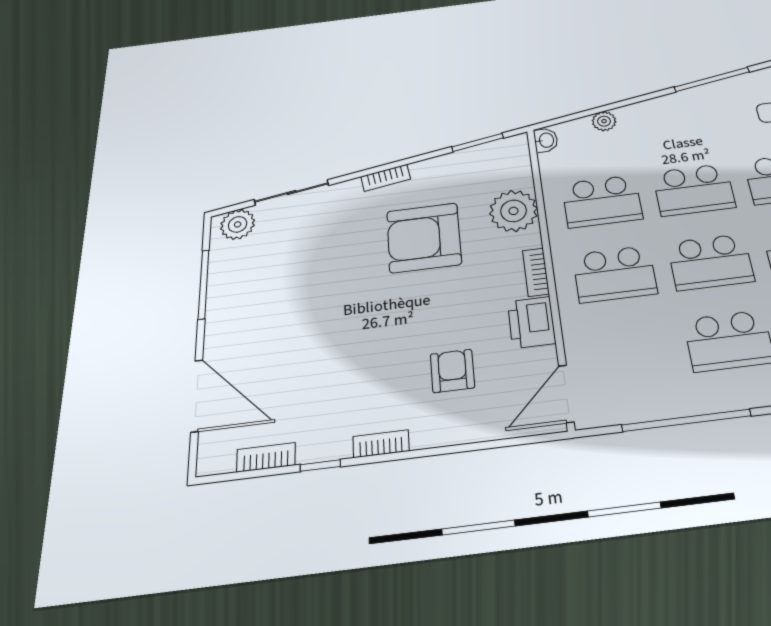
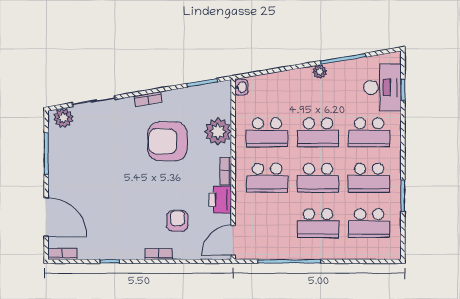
plant: (604, 121) -> (320, 72), moved
bookcase: (381, 444) -> (159, 254), moved
bookcase: (266, 457) -> (62, 254), moved

